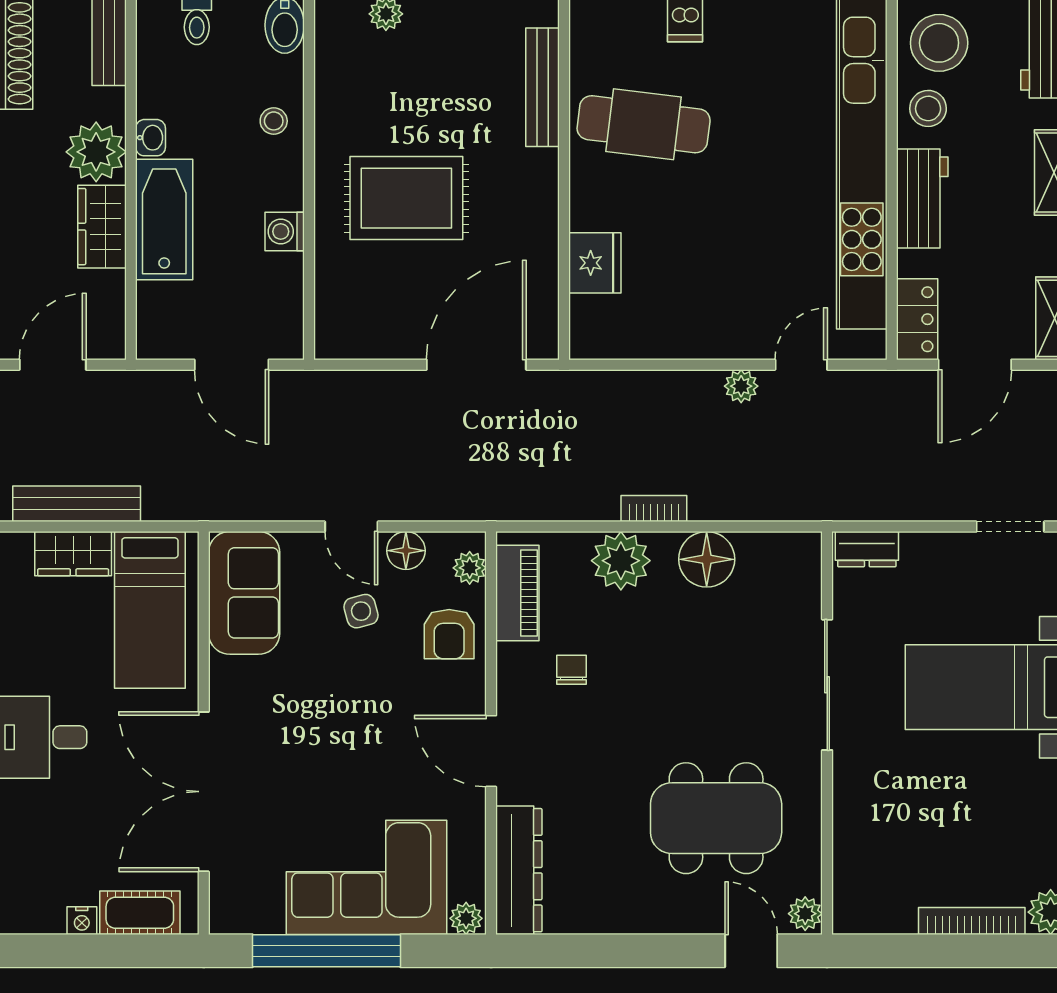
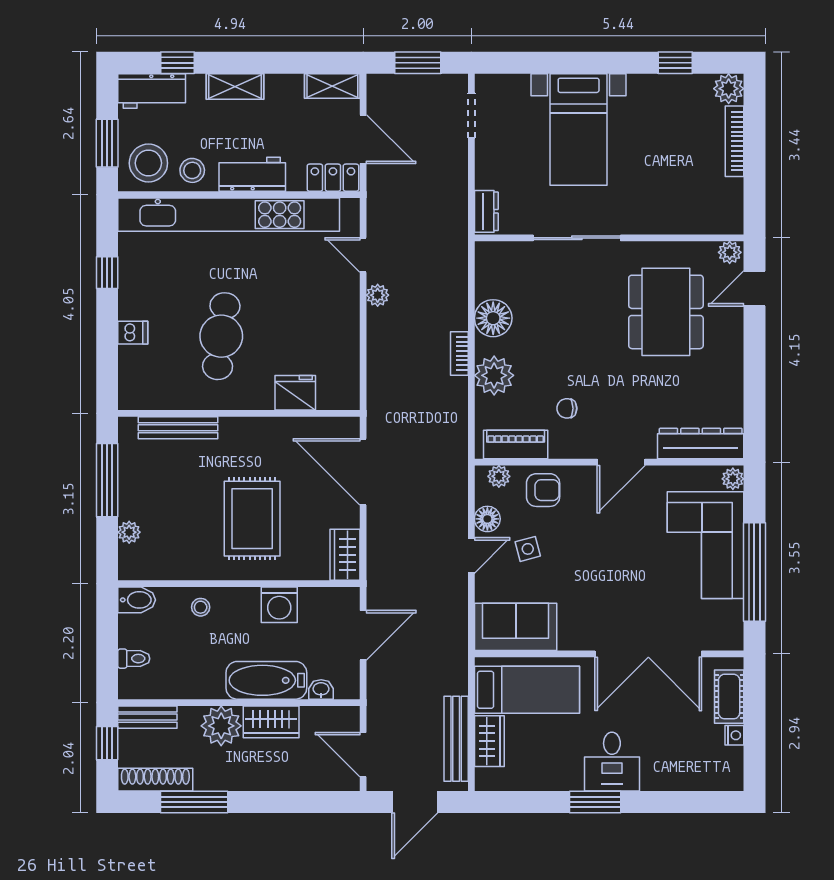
cafe table: (644, 124) -> (221, 336), moved
washbasin: (151, 138) -> (321, 689), moved
washing machine: (285, 232) -> (279, 605), width x1.38, depth x1.38
wardrobe: (352, 337) -> (345, 555), added

